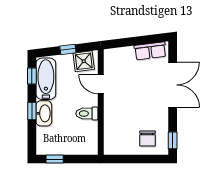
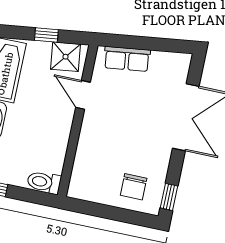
row of seats: (150, 51) -> (127, 59), moved
toilet: (87, 114) -> (44, 182), moved

